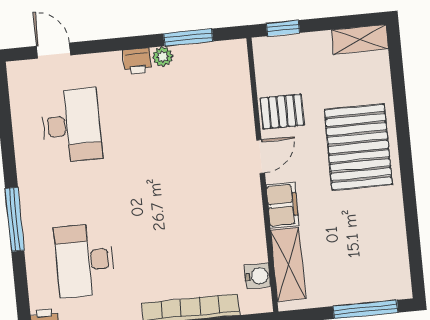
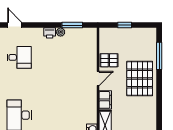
window: (283, 28) -> (125, 25), moved
shelving: (360, 39) -> (145, 33), removed
window: (399, 90) -> (159, 56), added
desk: (71, 125) -> (19, 57), width x0.73

